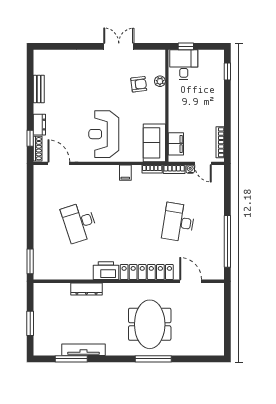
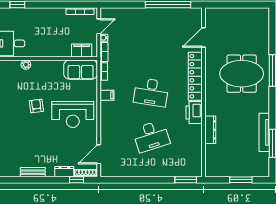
armchair: (139, 84) -> (36, 106), moved
desk: (178, 222) -> (151, 92), moved

